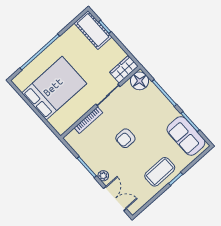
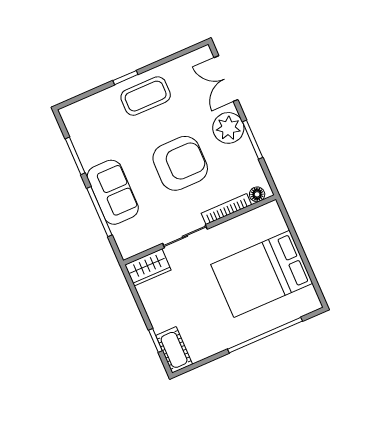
cot: (93, 30) -> (174, 350), width x0.73, depth x0.75
floor lamp: (139, 81) -> (257, 194), moved, width x0.53, depth x0.53
sofa: (186, 136) -> (113, 192), moved
armchair: (125, 138) -> (180, 163), width x1.88, depth x1.88
plant: (103, 176) -> (228, 128), width x1.87, depth x1.87

